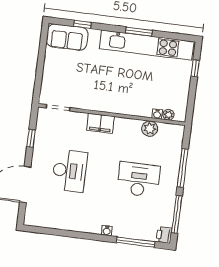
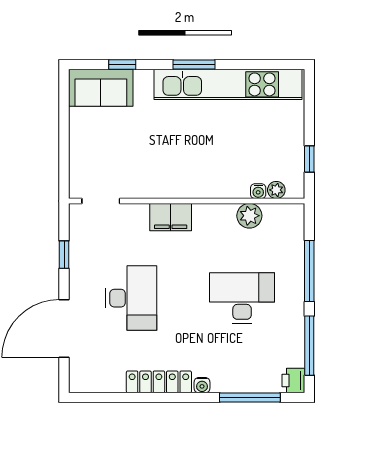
window: (139, 32) -> (194, 65), moved
window: (195, 68) -> (309, 159), moved
locker: (80, 225) -> (159, 382), added

